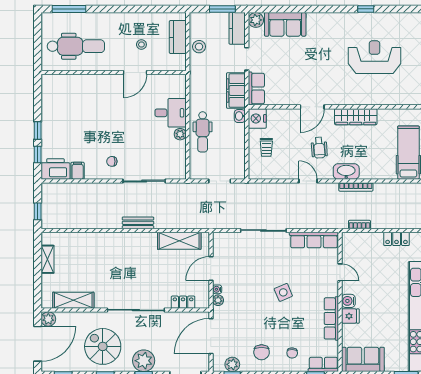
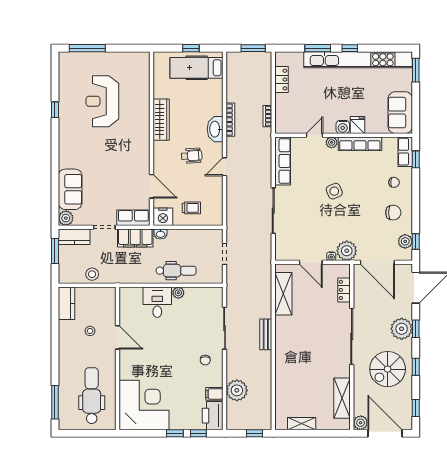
kitchen counter: (178, 37) -> (67, 303), moved, turned -90
corner desk: (66, 99) -> (144, 405), added
door: (312, 107) -> (151, 186), moved
plant: (81, 194) -> (237, 390), added
plant: (333, 290) -> (332, 142), added
plant: (218, 300) -> (347, 251), width x1.88, depth x1.88

